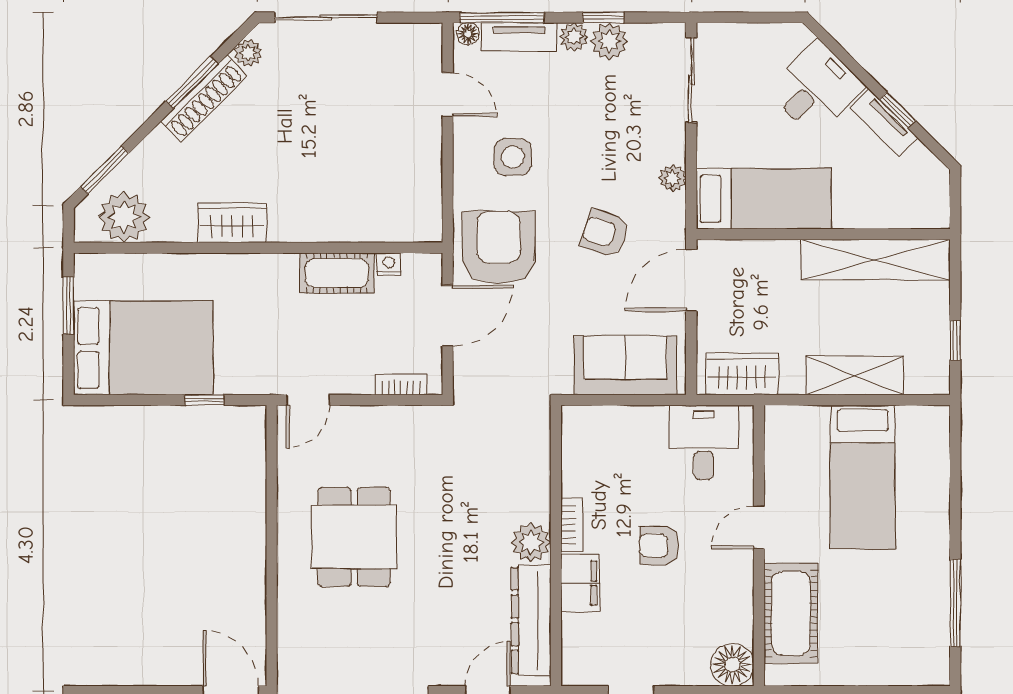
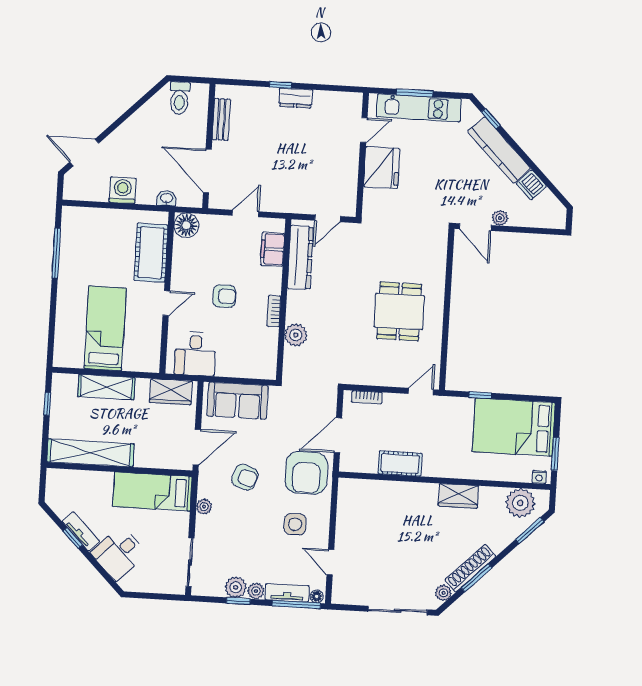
nightstand: (389, 264) -> (539, 477), moved
plant: (531, 542) -> (296, 335), moved
filing cabinet: (580, 583) -> (273, 249), moved

